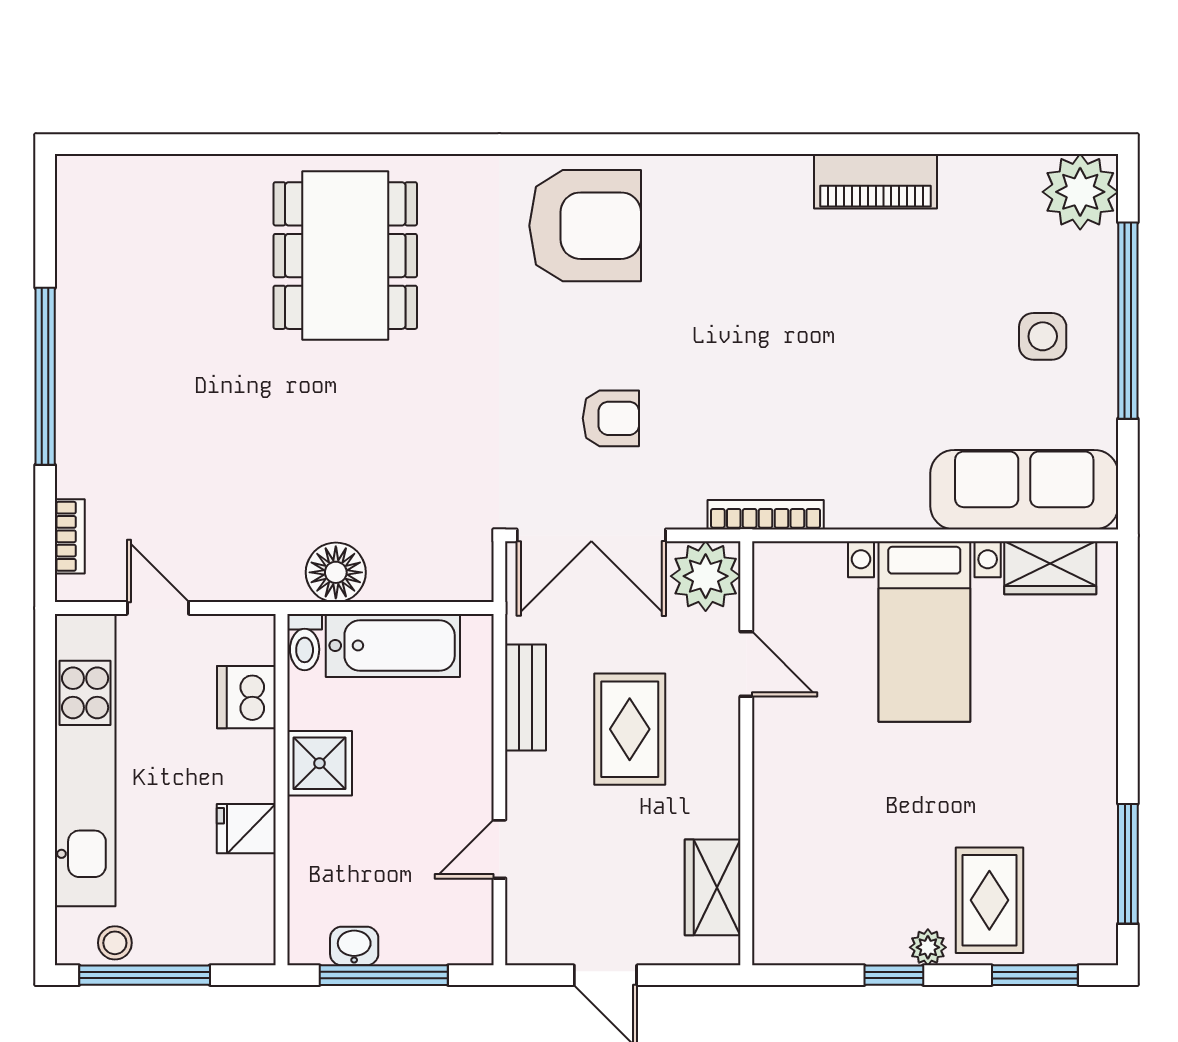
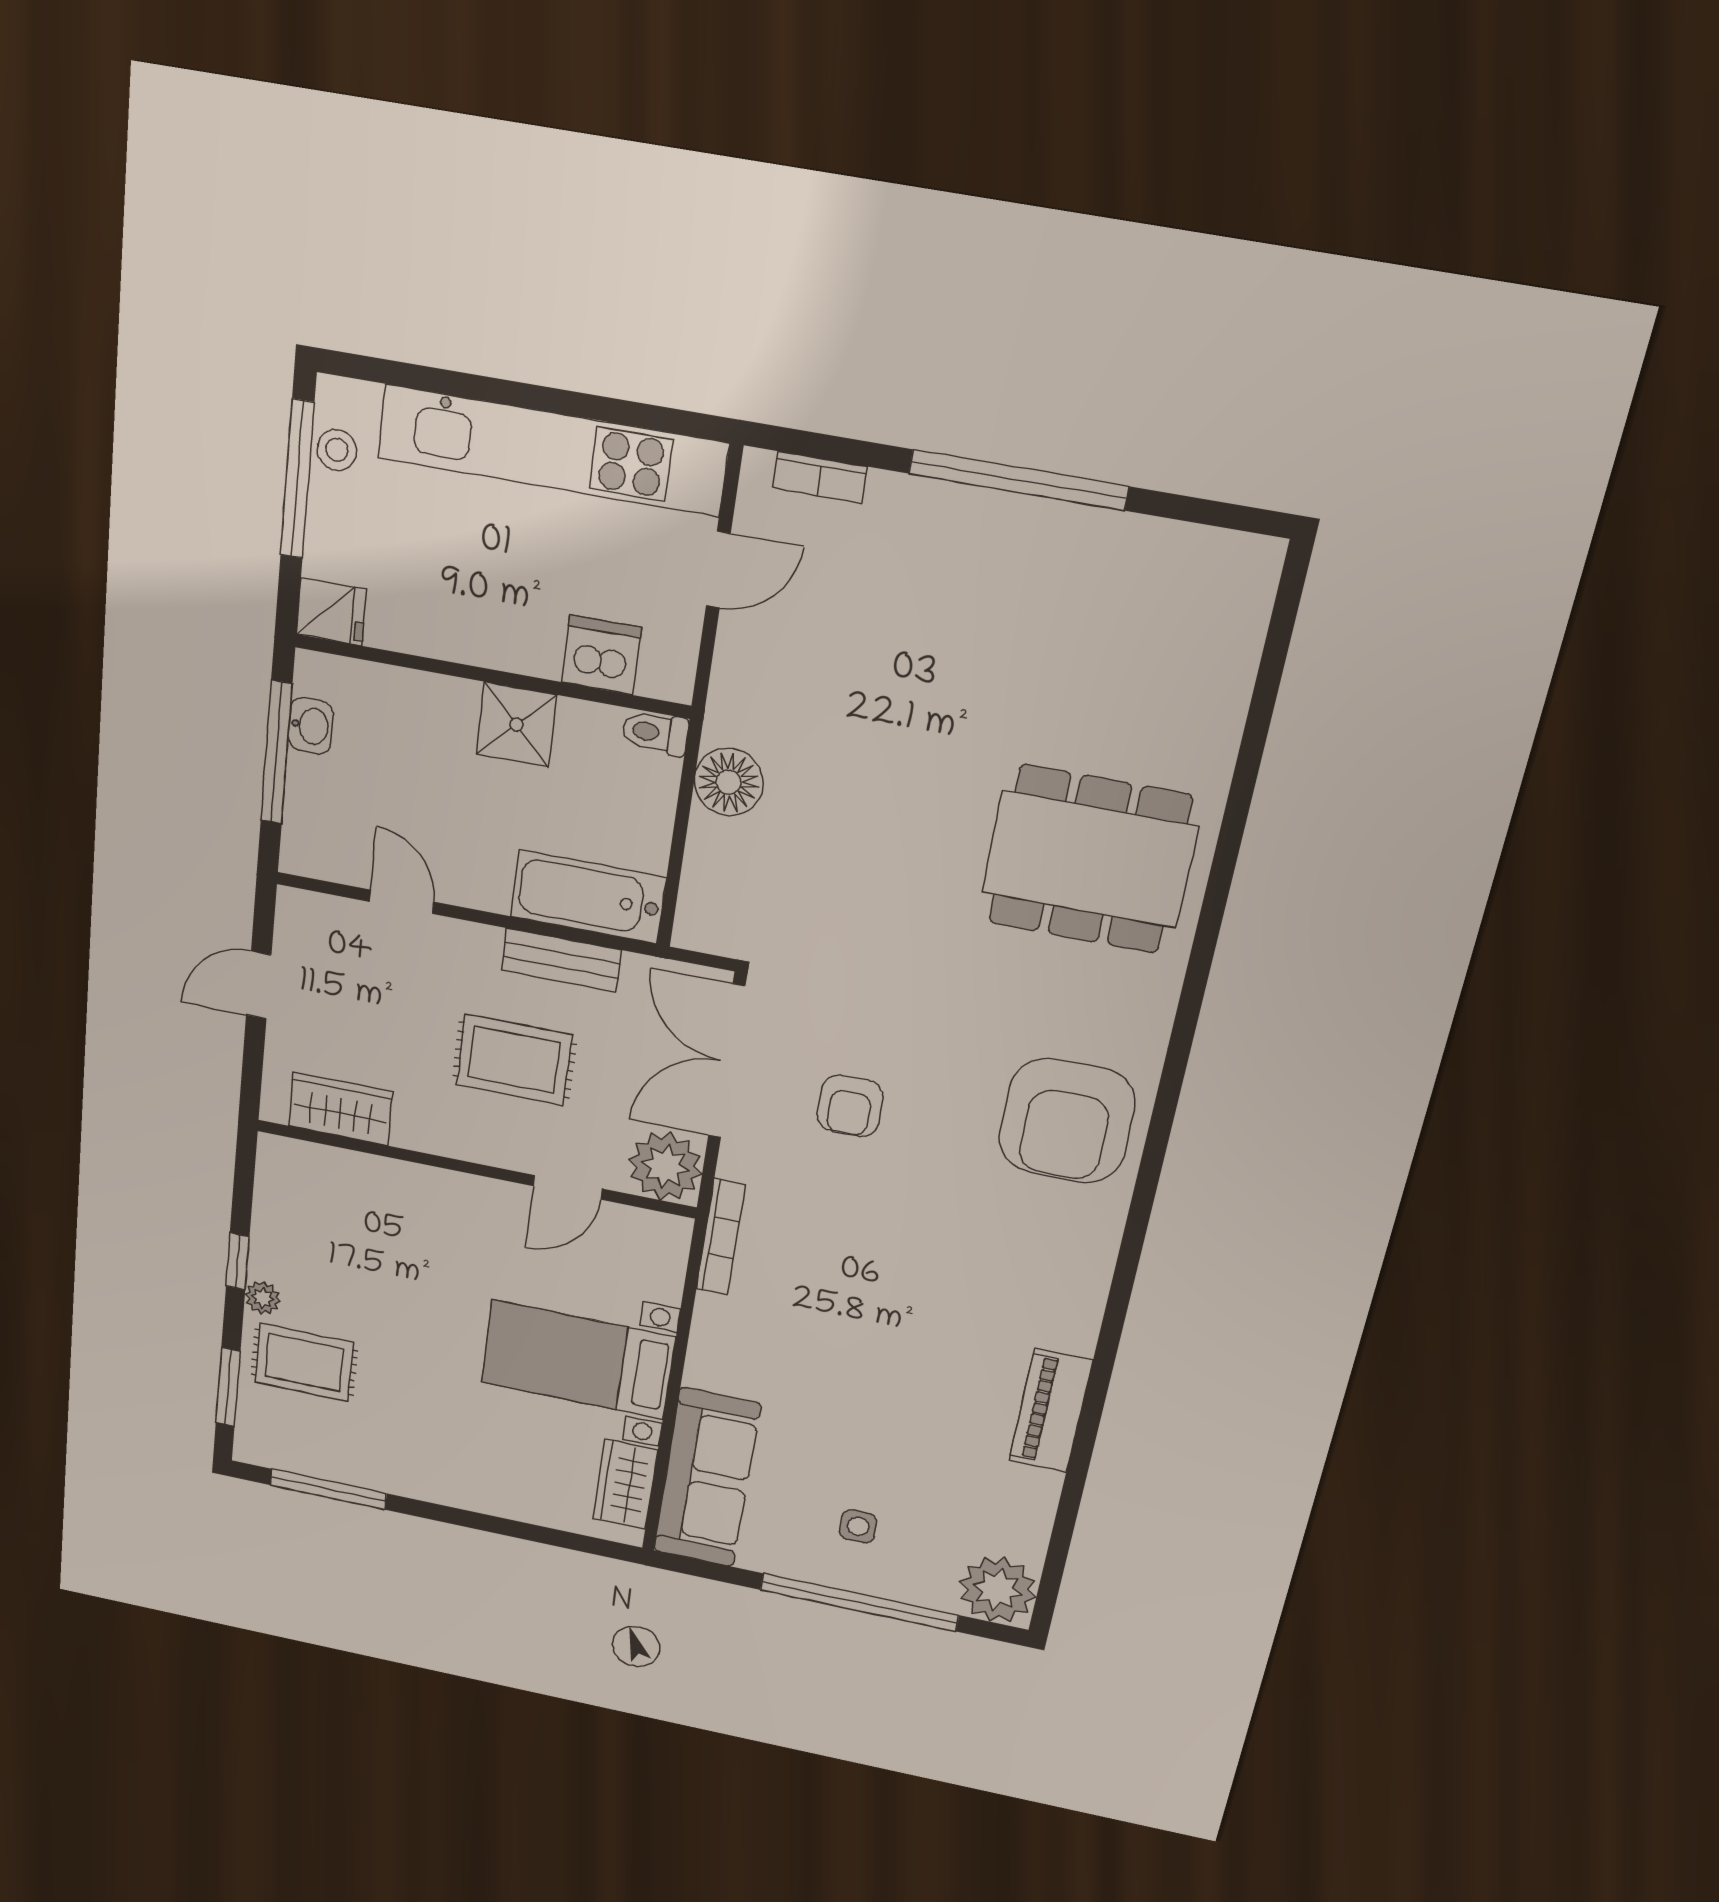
side table: (1043, 336) -> (858, 1526), width x0.73, depth x0.73
bathtub: (393, 645) -> (588, 897), moved, turned 90
fridge: (246, 829) -> (331, 612), moved, turned 90

